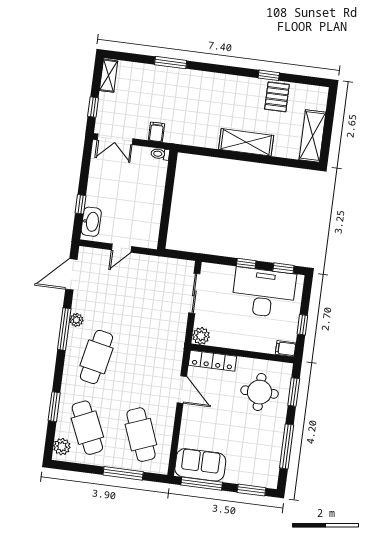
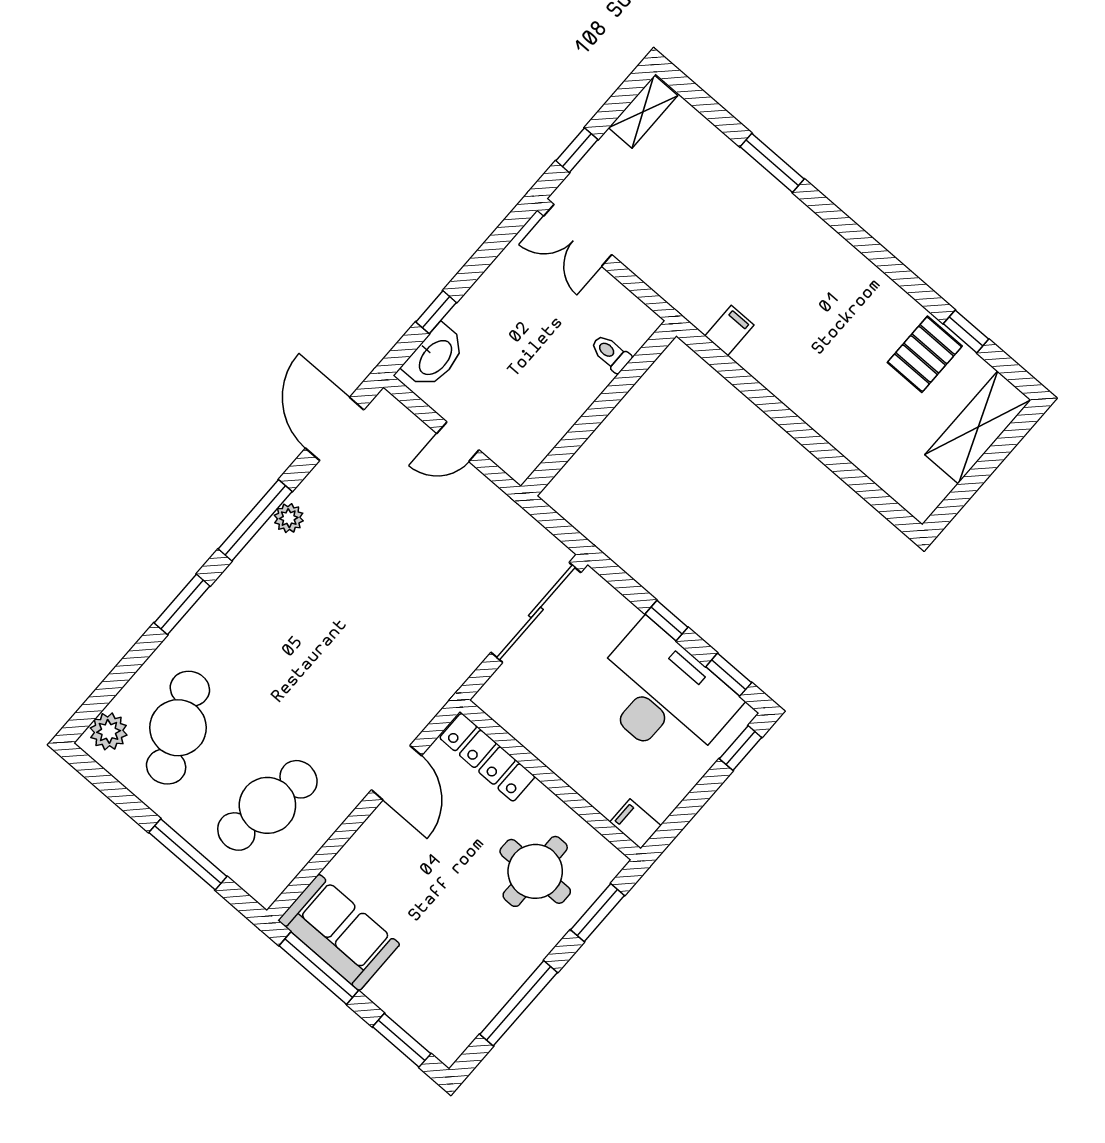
window: (269, 75) -> (966, 331), moved
filing cabinet: (156, 132) -> (729, 331), moved
shelving: (313, 136) -> (978, 427), moved
shelving: (246, 142) -> (813, 400), removed
toilet: (160, 154) -> (611, 353), moved
door: (71, 274) -> (335, 429), hinge flipped
sliding door: (194, 293) -> (536, 612), width x1.37
window: (302, 325) -> (741, 748), moved
plant: (201, 336) -> (496, 698), removed
cafe table: (96, 357) -> (280, 610), removed
window: (54, 407) -> (182, 604), moved
cafe table: (141, 435) -> (267, 805), turned 30

